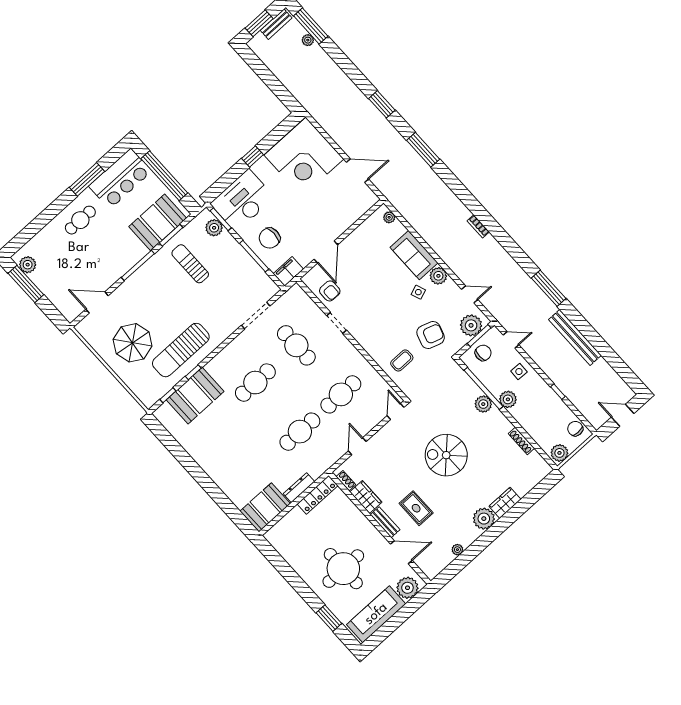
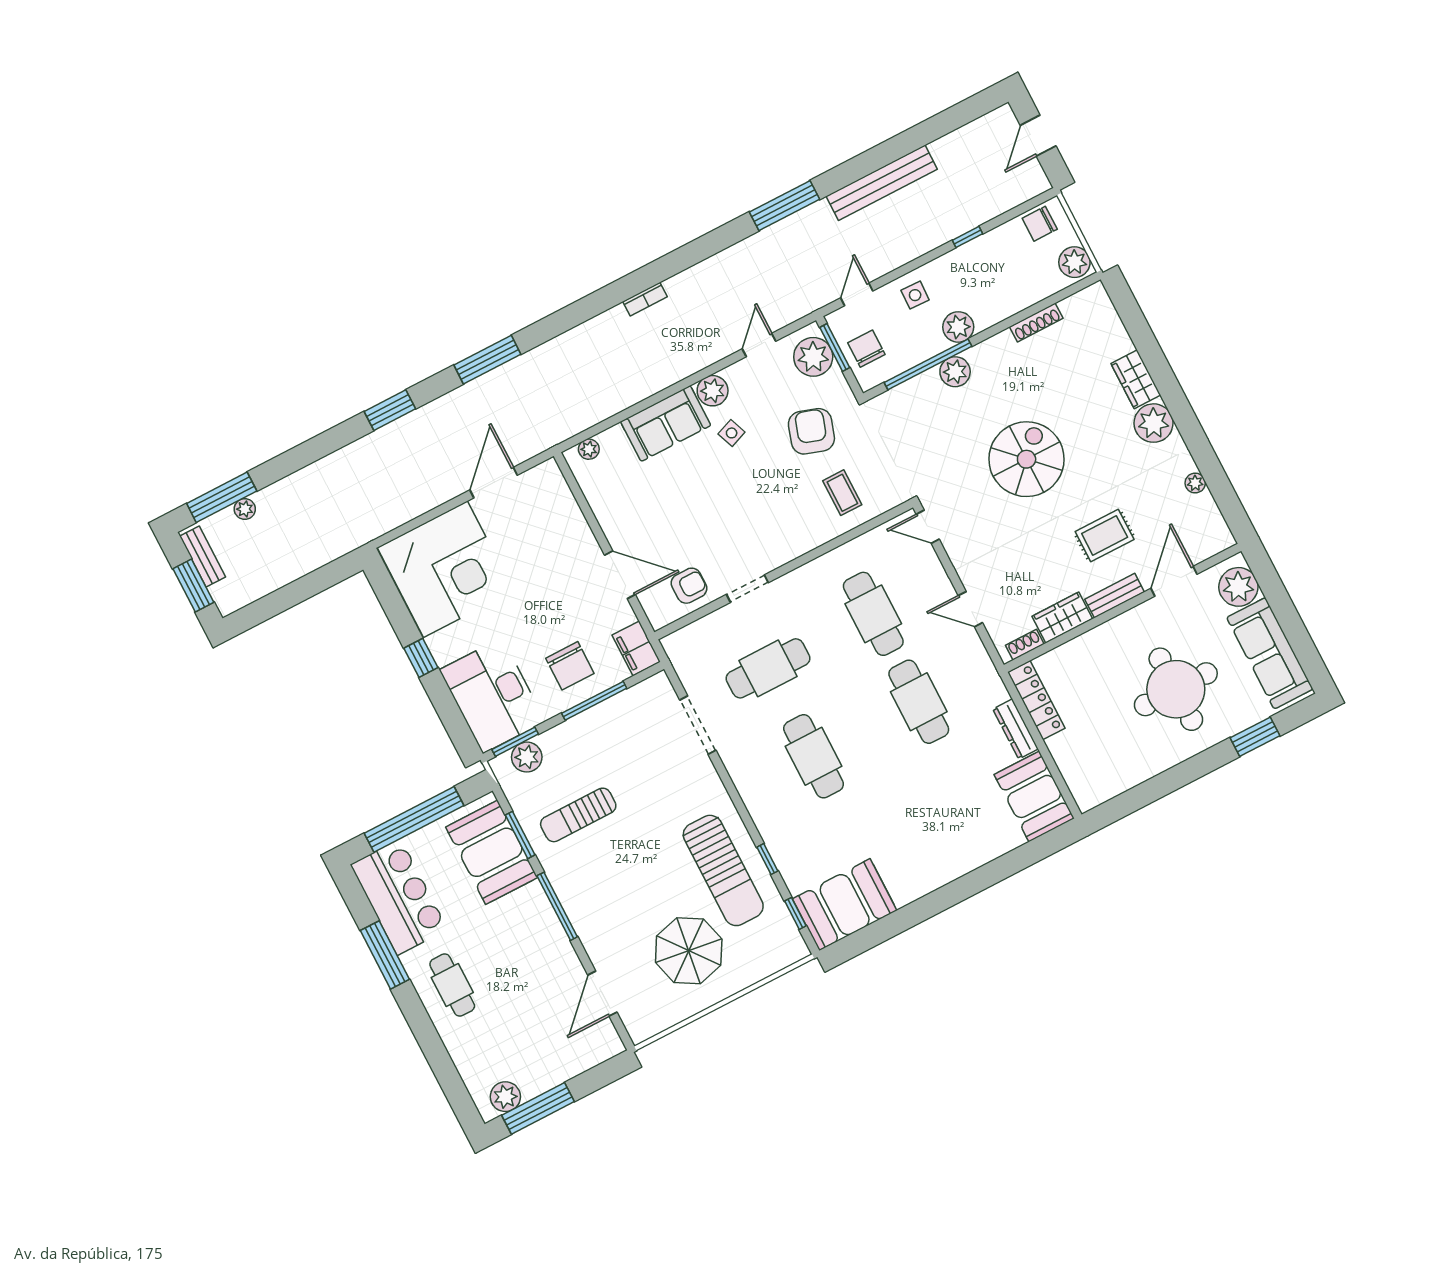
booth: (195, 396) -> (845, 905), moved, turned 90
spiral stairs: (446, 455) -> (1027, 459), turned 180

